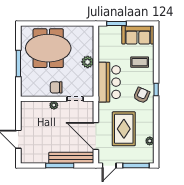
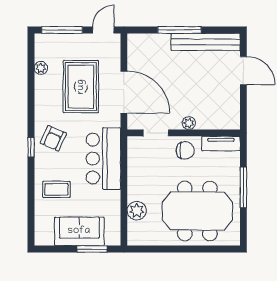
sofa: (138, 35) -> (79, 231), moved
plant: (88, 62) -> (137, 211), moved
tv unit: (33, 92) -> (221, 143), added
door: (96, 136) -> (124, 92), moved
bench: (71, 158) -> (206, 42), moved

